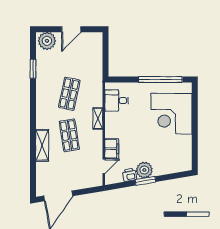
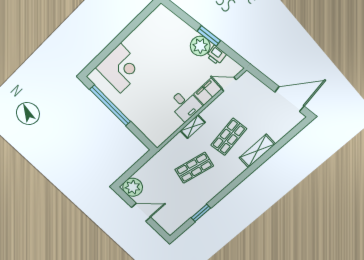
plant: (47, 41) -> (133, 187), moved
desk: (117, 101) -> (185, 105), moved
corner desk: (172, 114) -> (120, 68), width x0.74, depth x0.74

